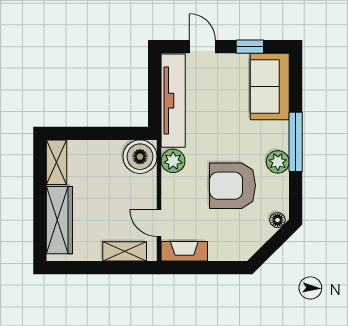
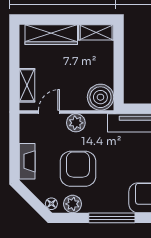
plant: (173, 161) -> (76, 123), moved
plant: (278, 162) -> (73, 204), moved
fireplace: (184, 251) -> (27, 161), moved

